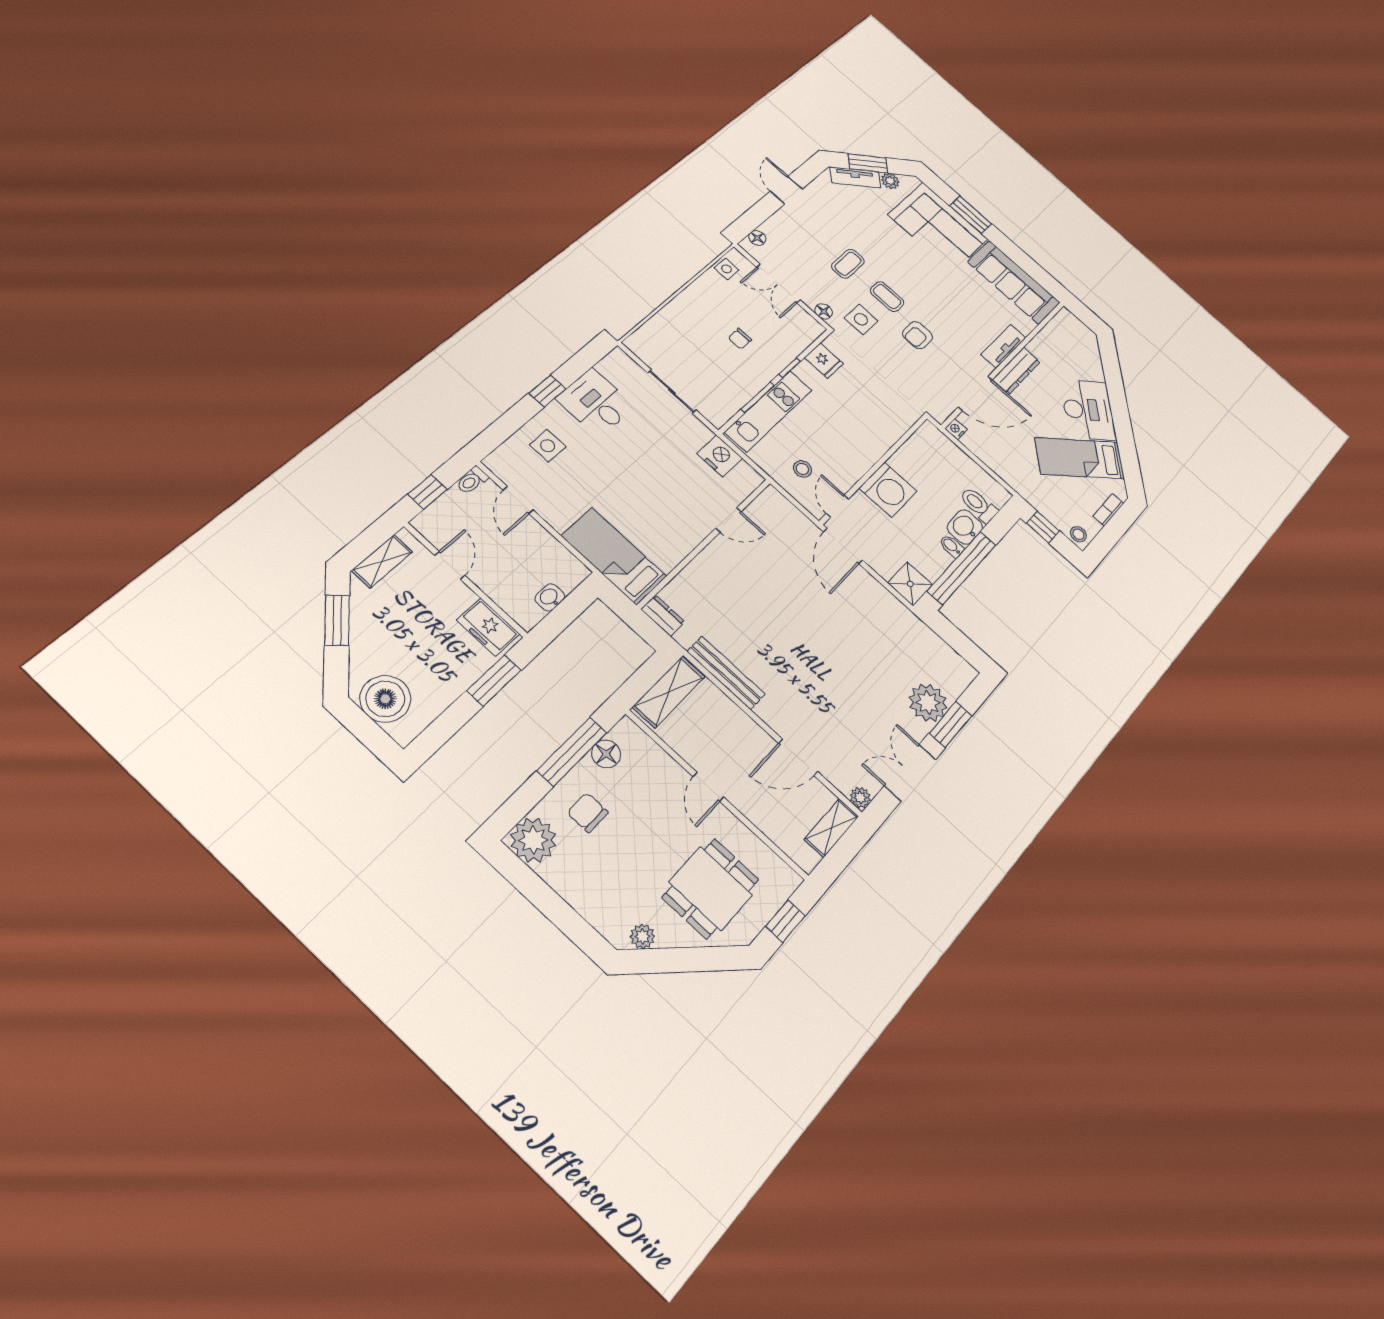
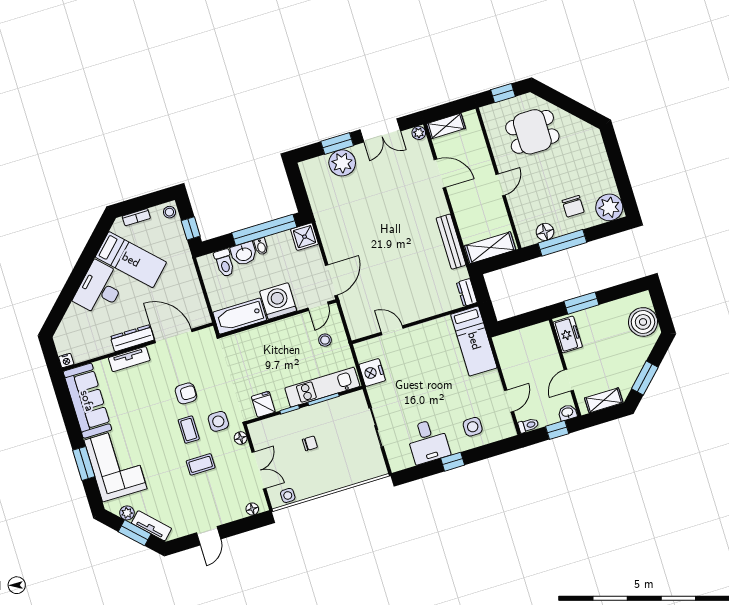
nightstand: (956, 429) -> (66, 361), moved
bathtub: (919, 451) -> (240, 316), added
washbasin: (550, 597) -> (567, 413), moved, turned 180
plant: (643, 936) -> (582, 128), removed

